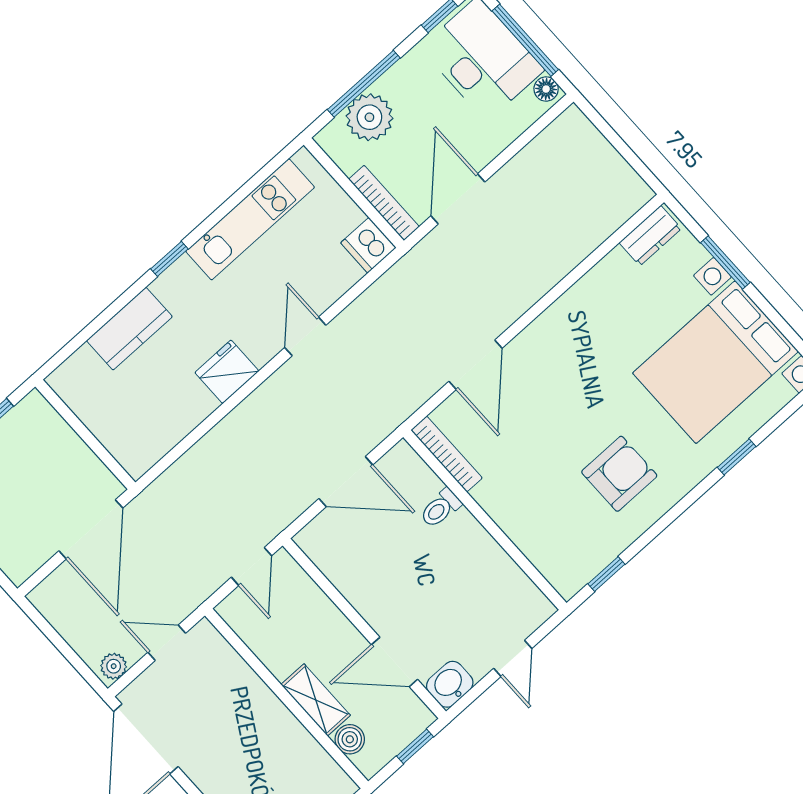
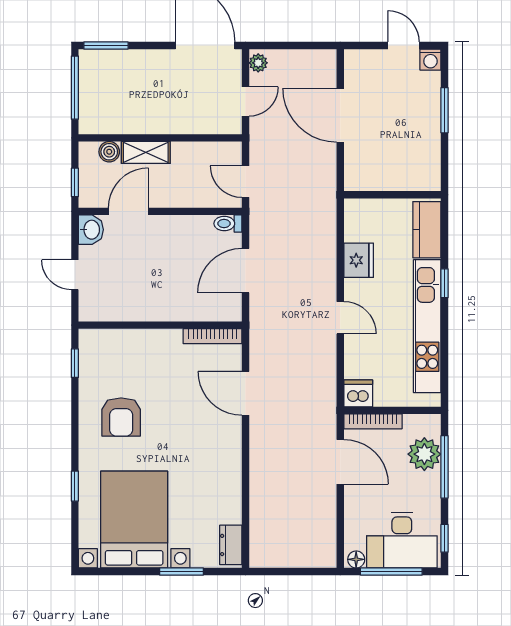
kitchen unit: (250, 219) -> (427, 326), width x1.36
wall: (85, 435) -> (392, 195), moved
toilet: (440, 508) -> (228, 224), moved, turned -90

